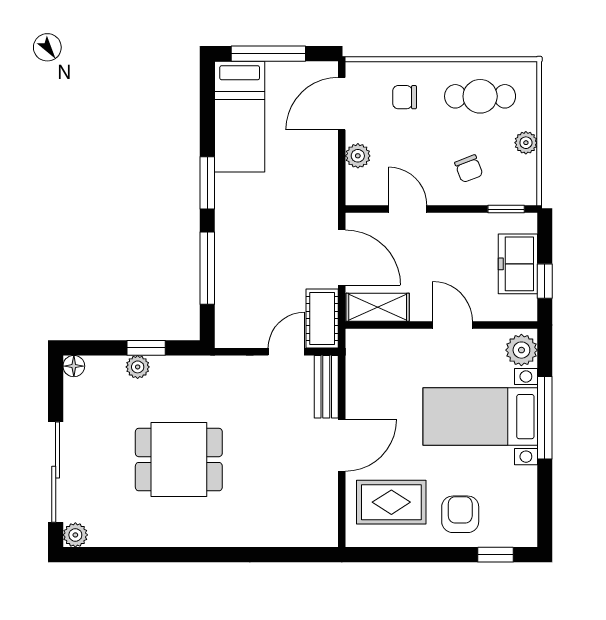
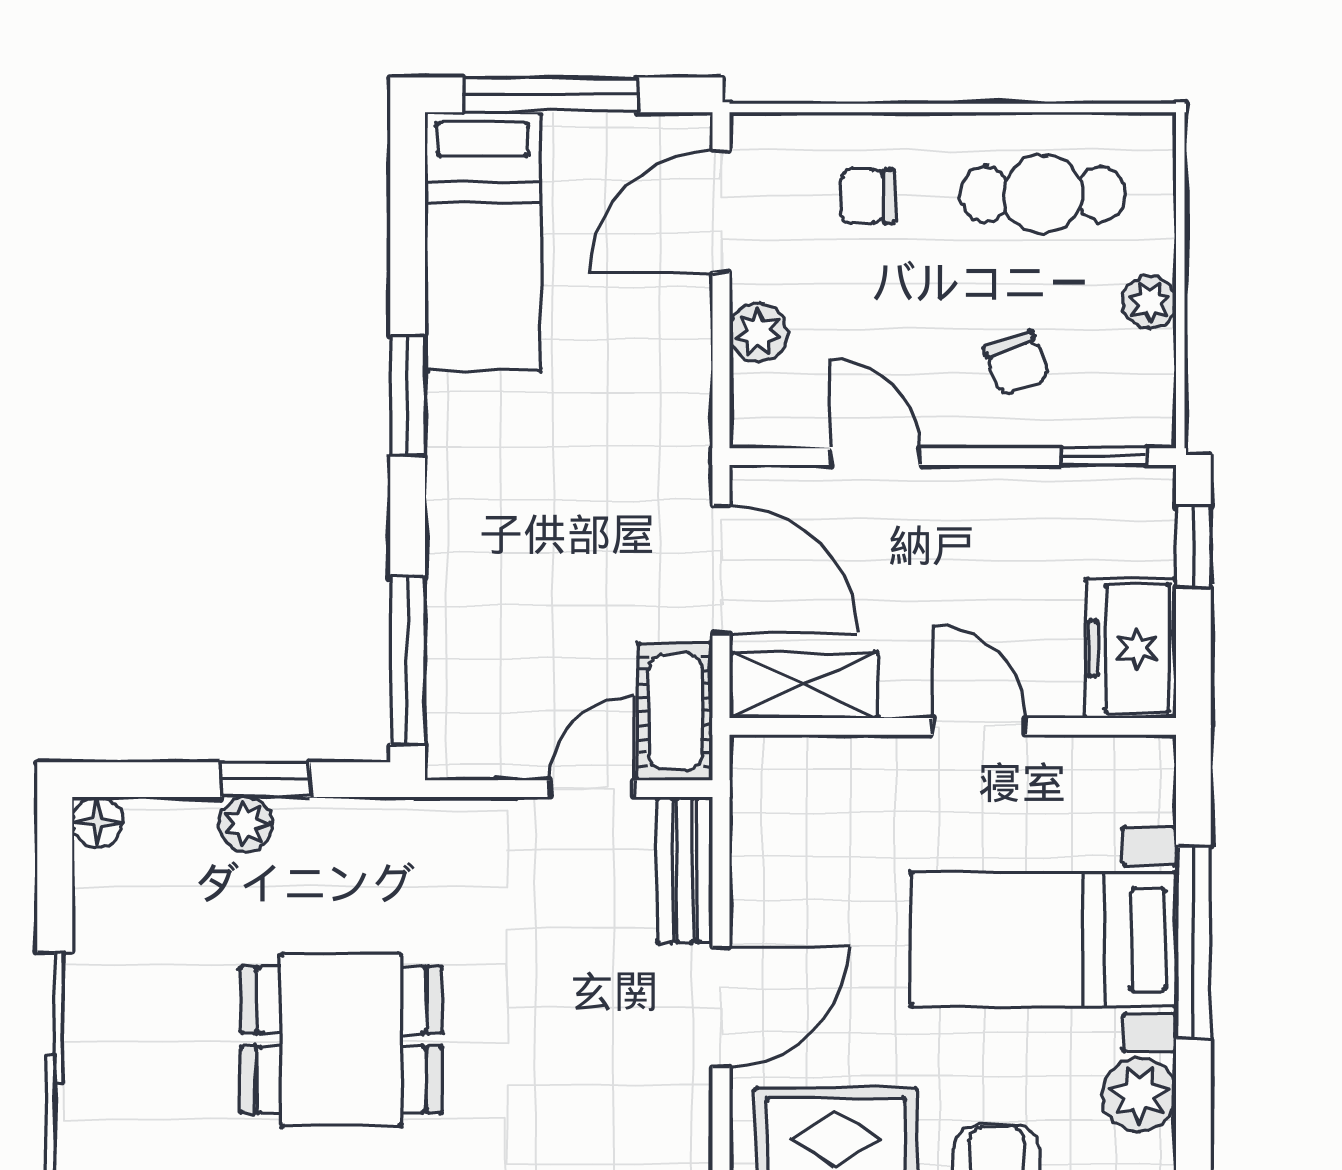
freezer: (518, 264) -> (1131, 648), moved
window: (207, 268) -> (408, 661), moved
window: (545, 281) -> (1193, 547), moved
plant: (521, 350) -> (1139, 1094), moved

